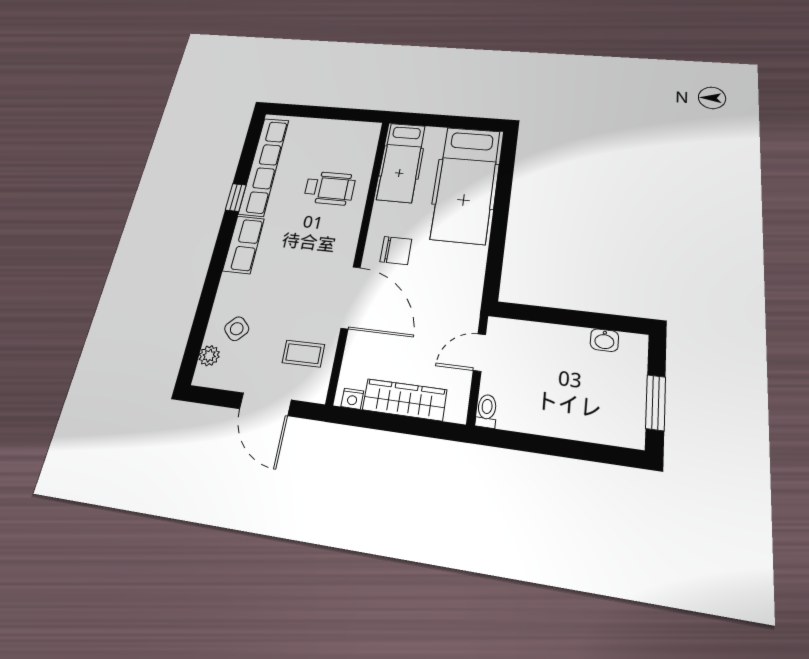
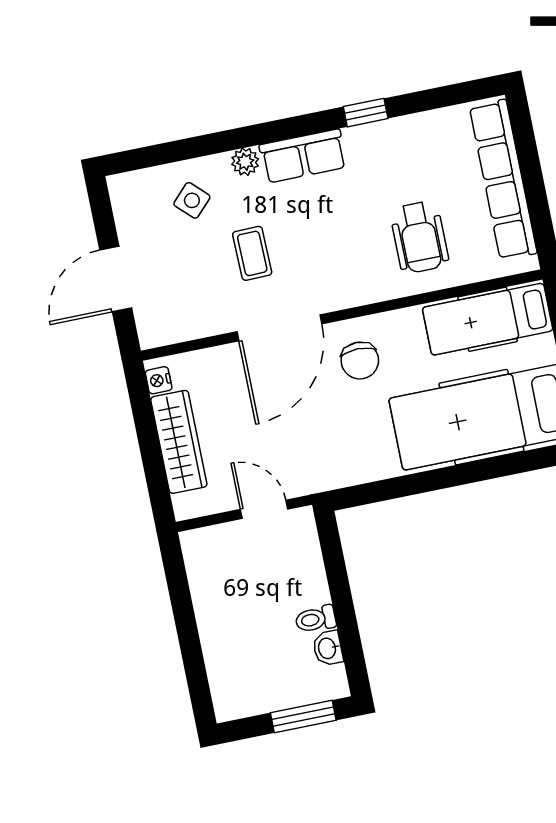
row of seats: (264, 166) -> (503, 180), moved, turned 90
coffee table: (303, 354) -> (252, 253), moved
plant: (209, 356) -> (245, 162), moved
window: (656, 403) -> (303, 716), moved
toilet: (487, 411) -> (316, 619), moved, turned 180

